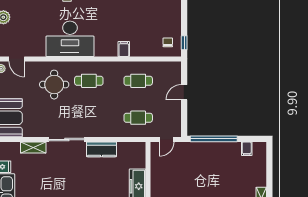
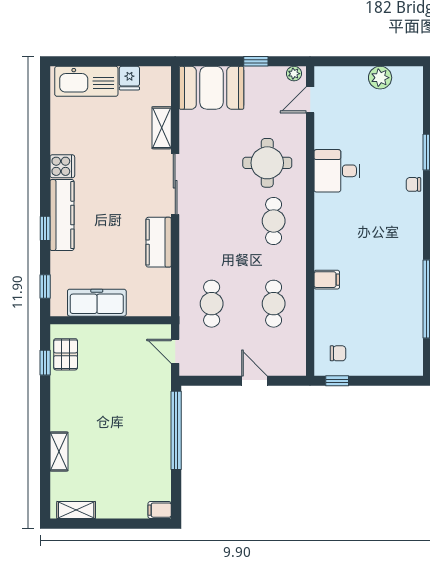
desk: (70, 39) -> (337, 171), width x0.53, depth x0.77
filing cabinet: (247, 149) -> (160, 510), moved

